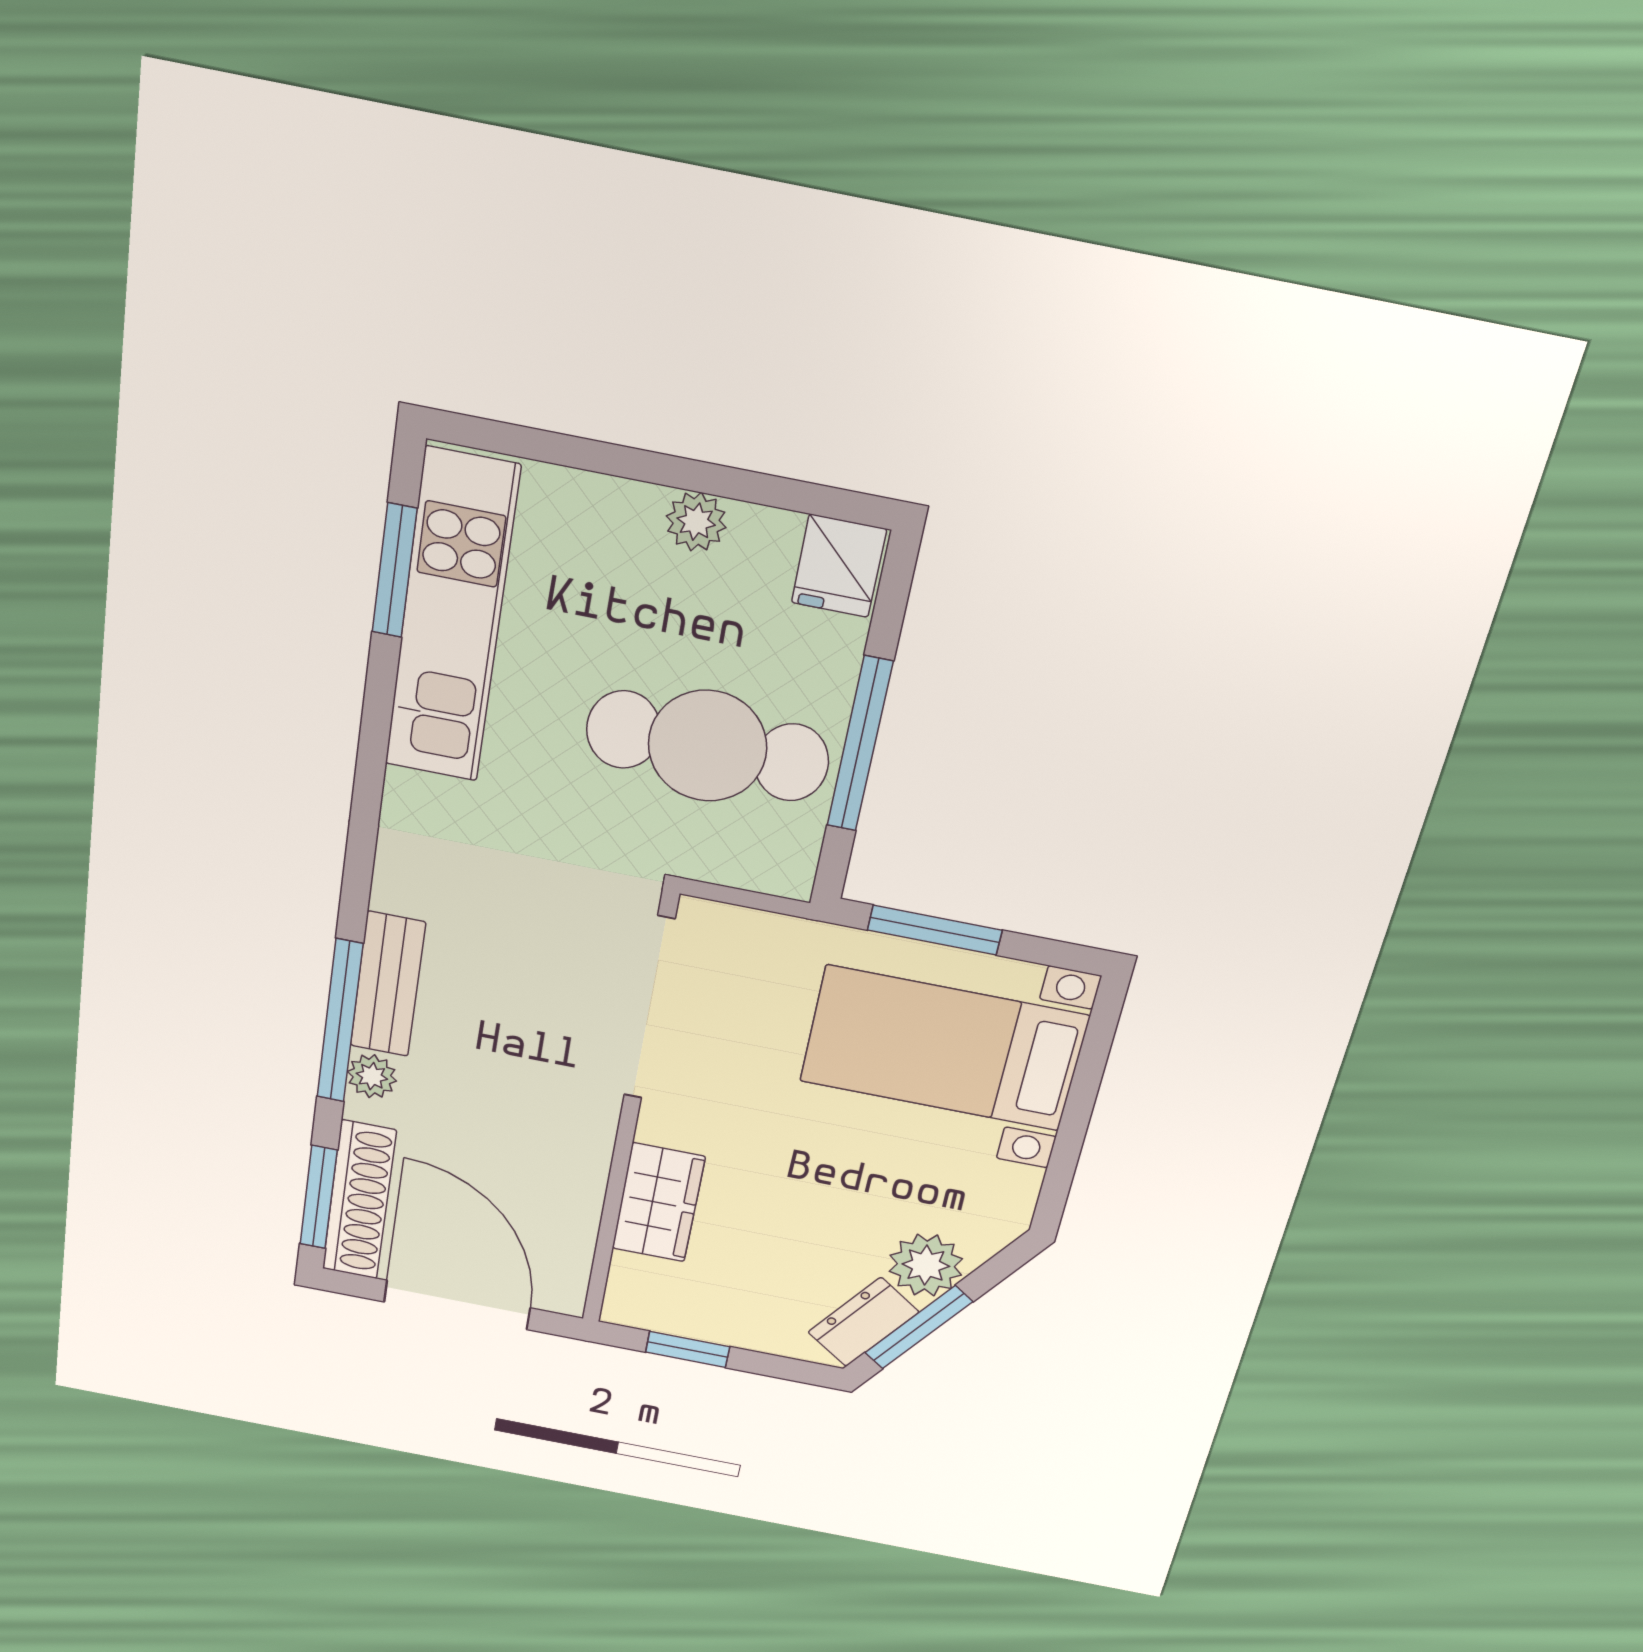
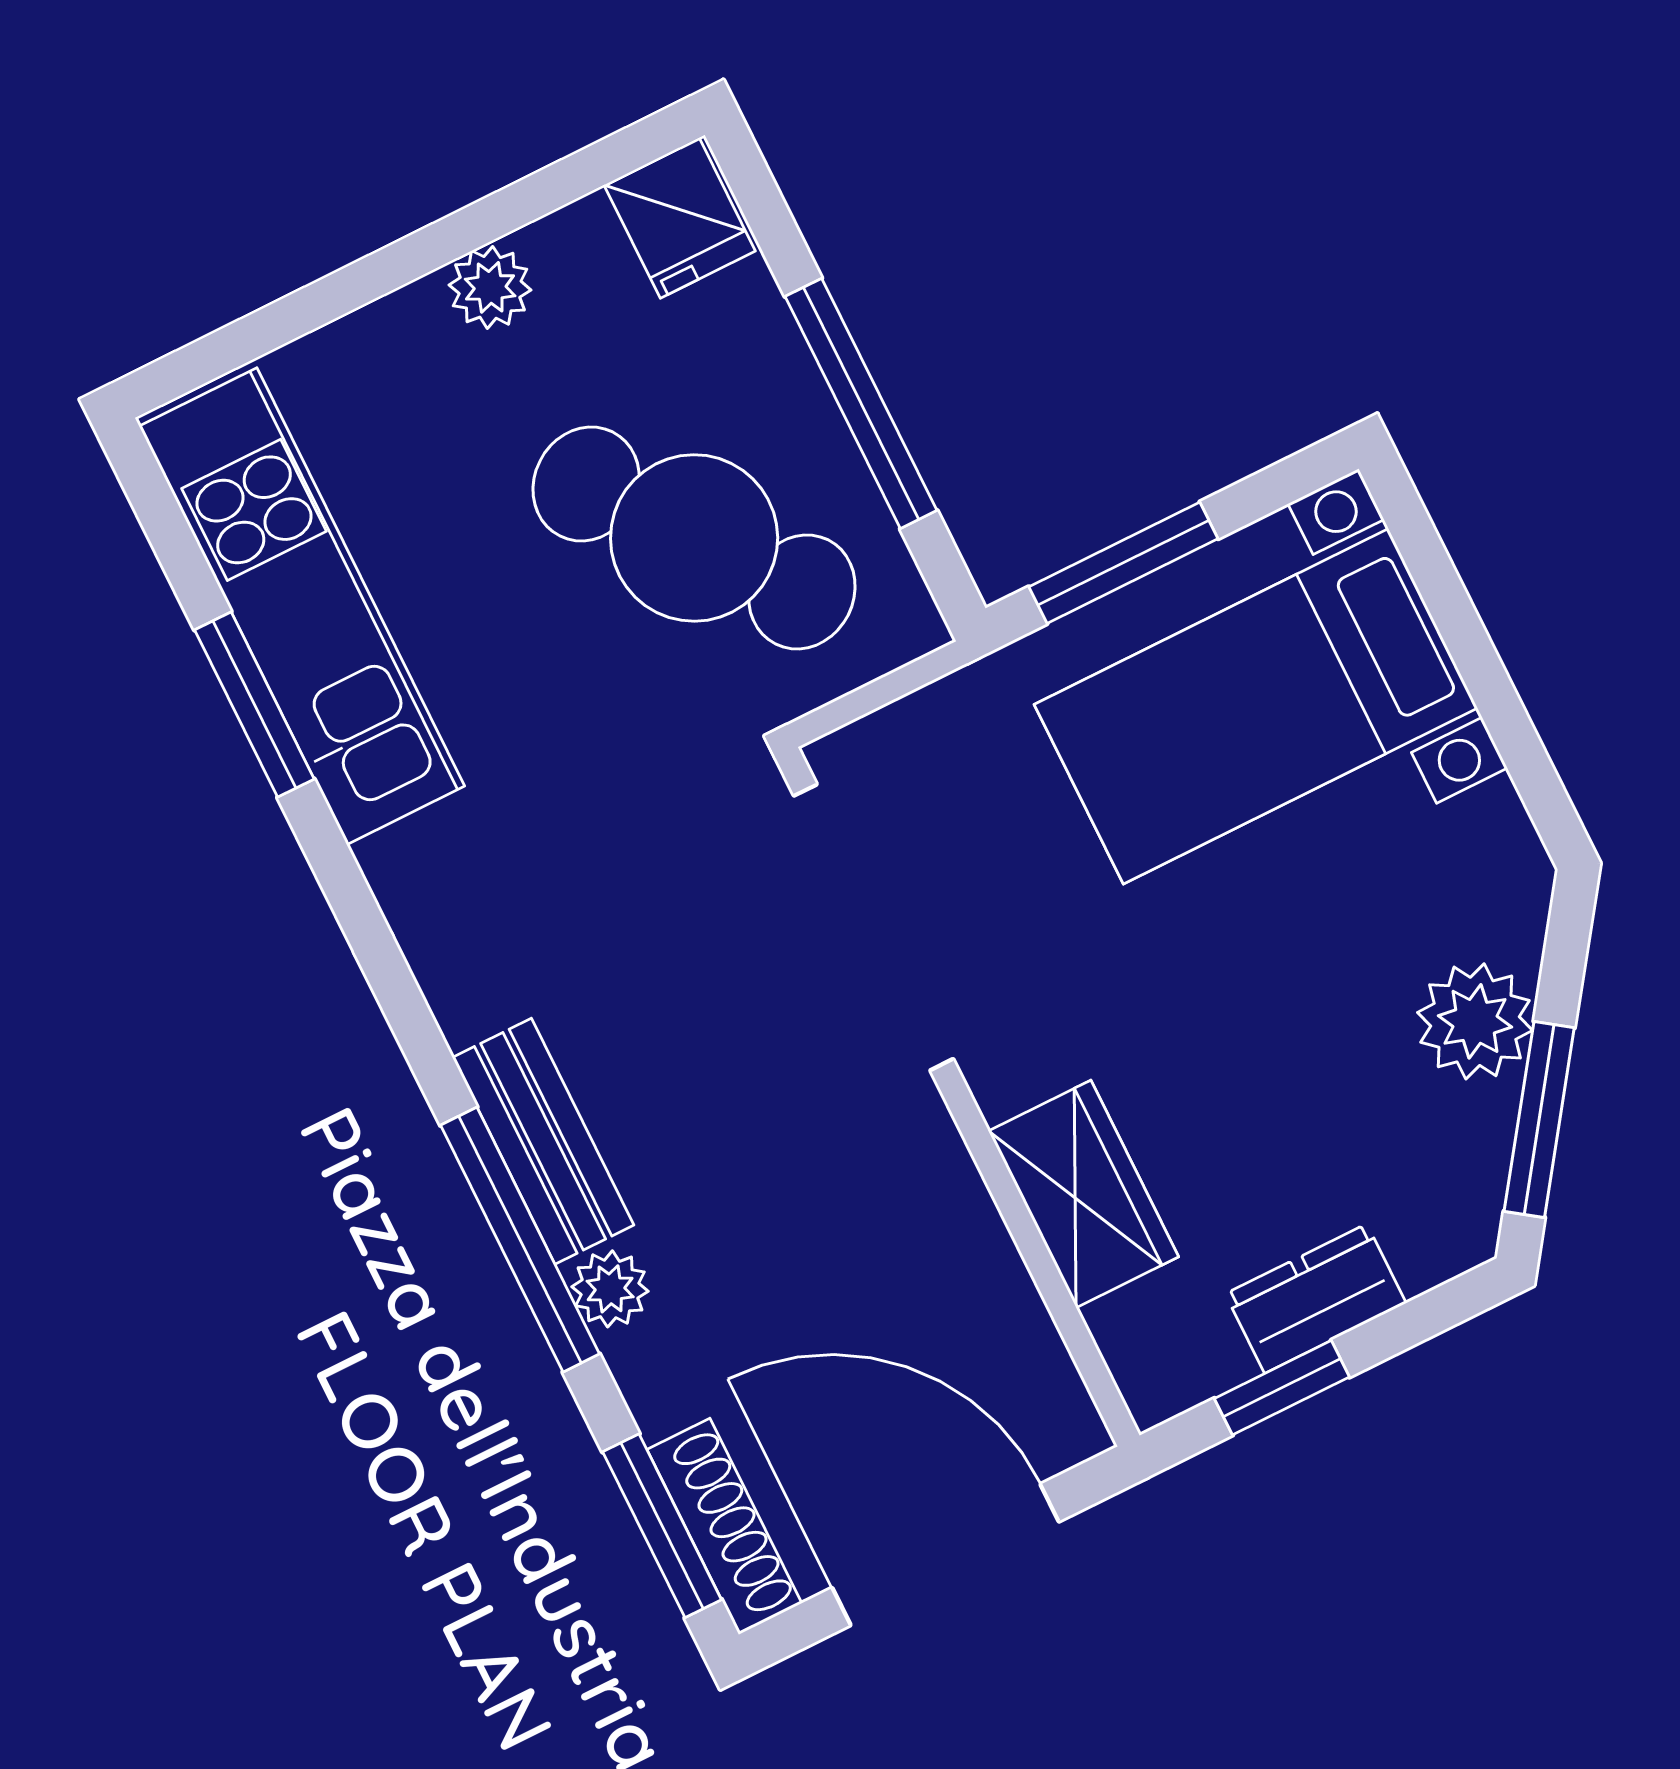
window: (395, 571) -> (254, 705), moved
cafe table: (707, 746) -> (694, 538), turned 53
shoe rack: (359, 1200) -> (724, 1526), width x0.74, depth x0.81
dresser: (863, 1322) -> (1316, 1299), moved, turned 55

